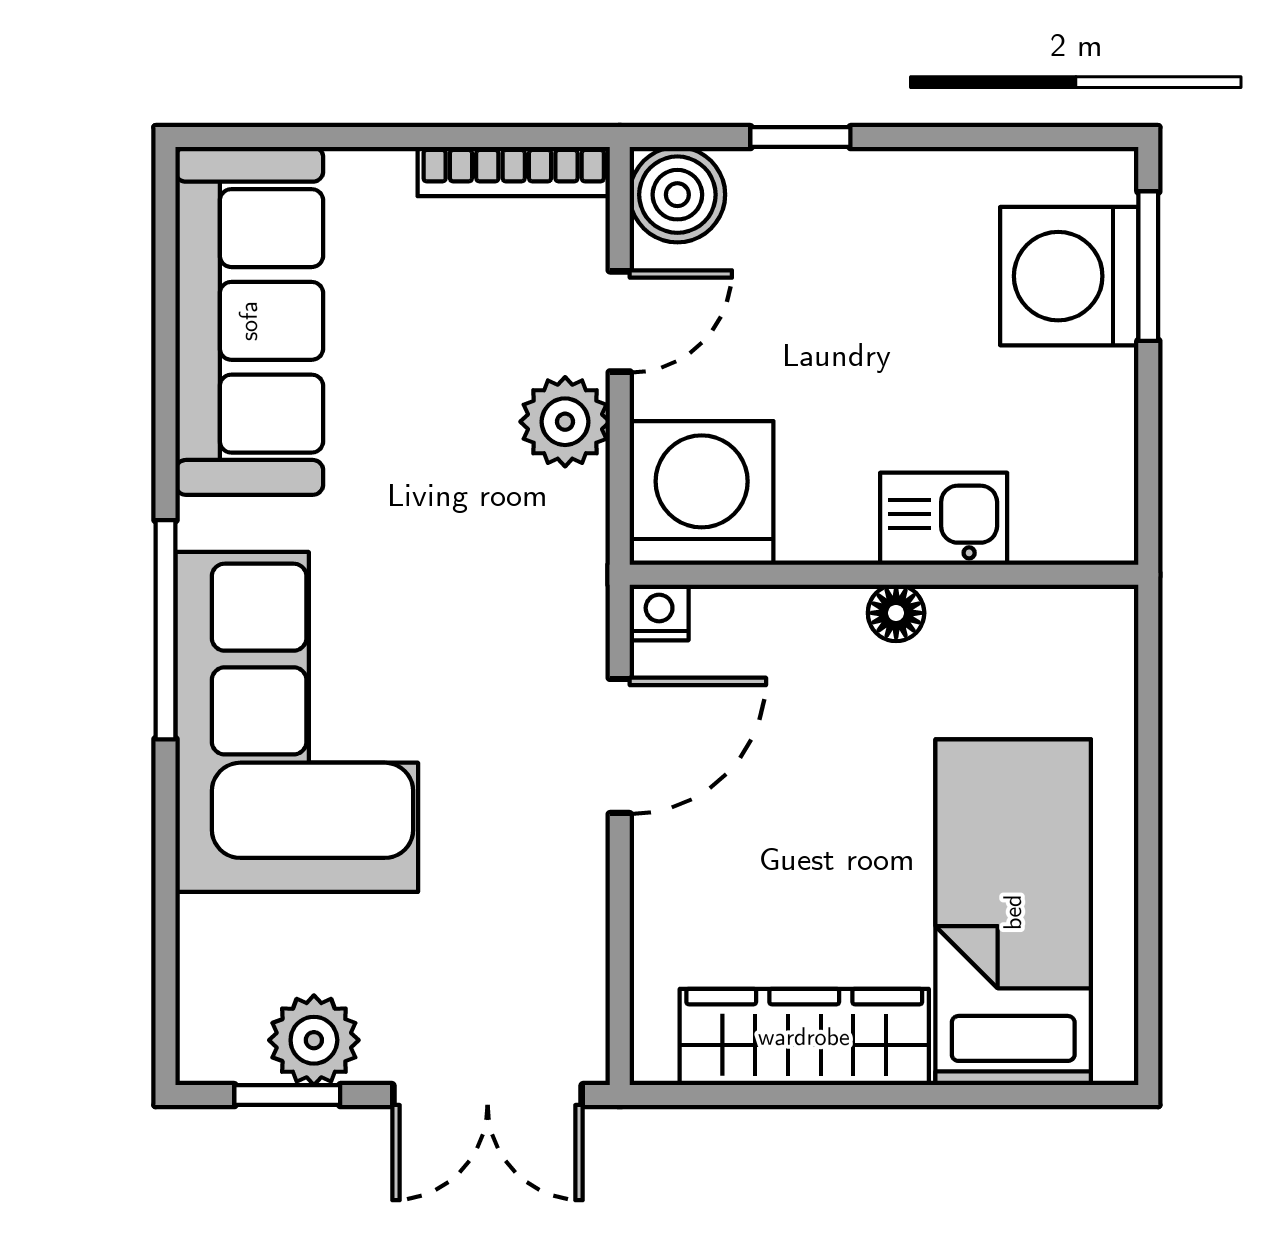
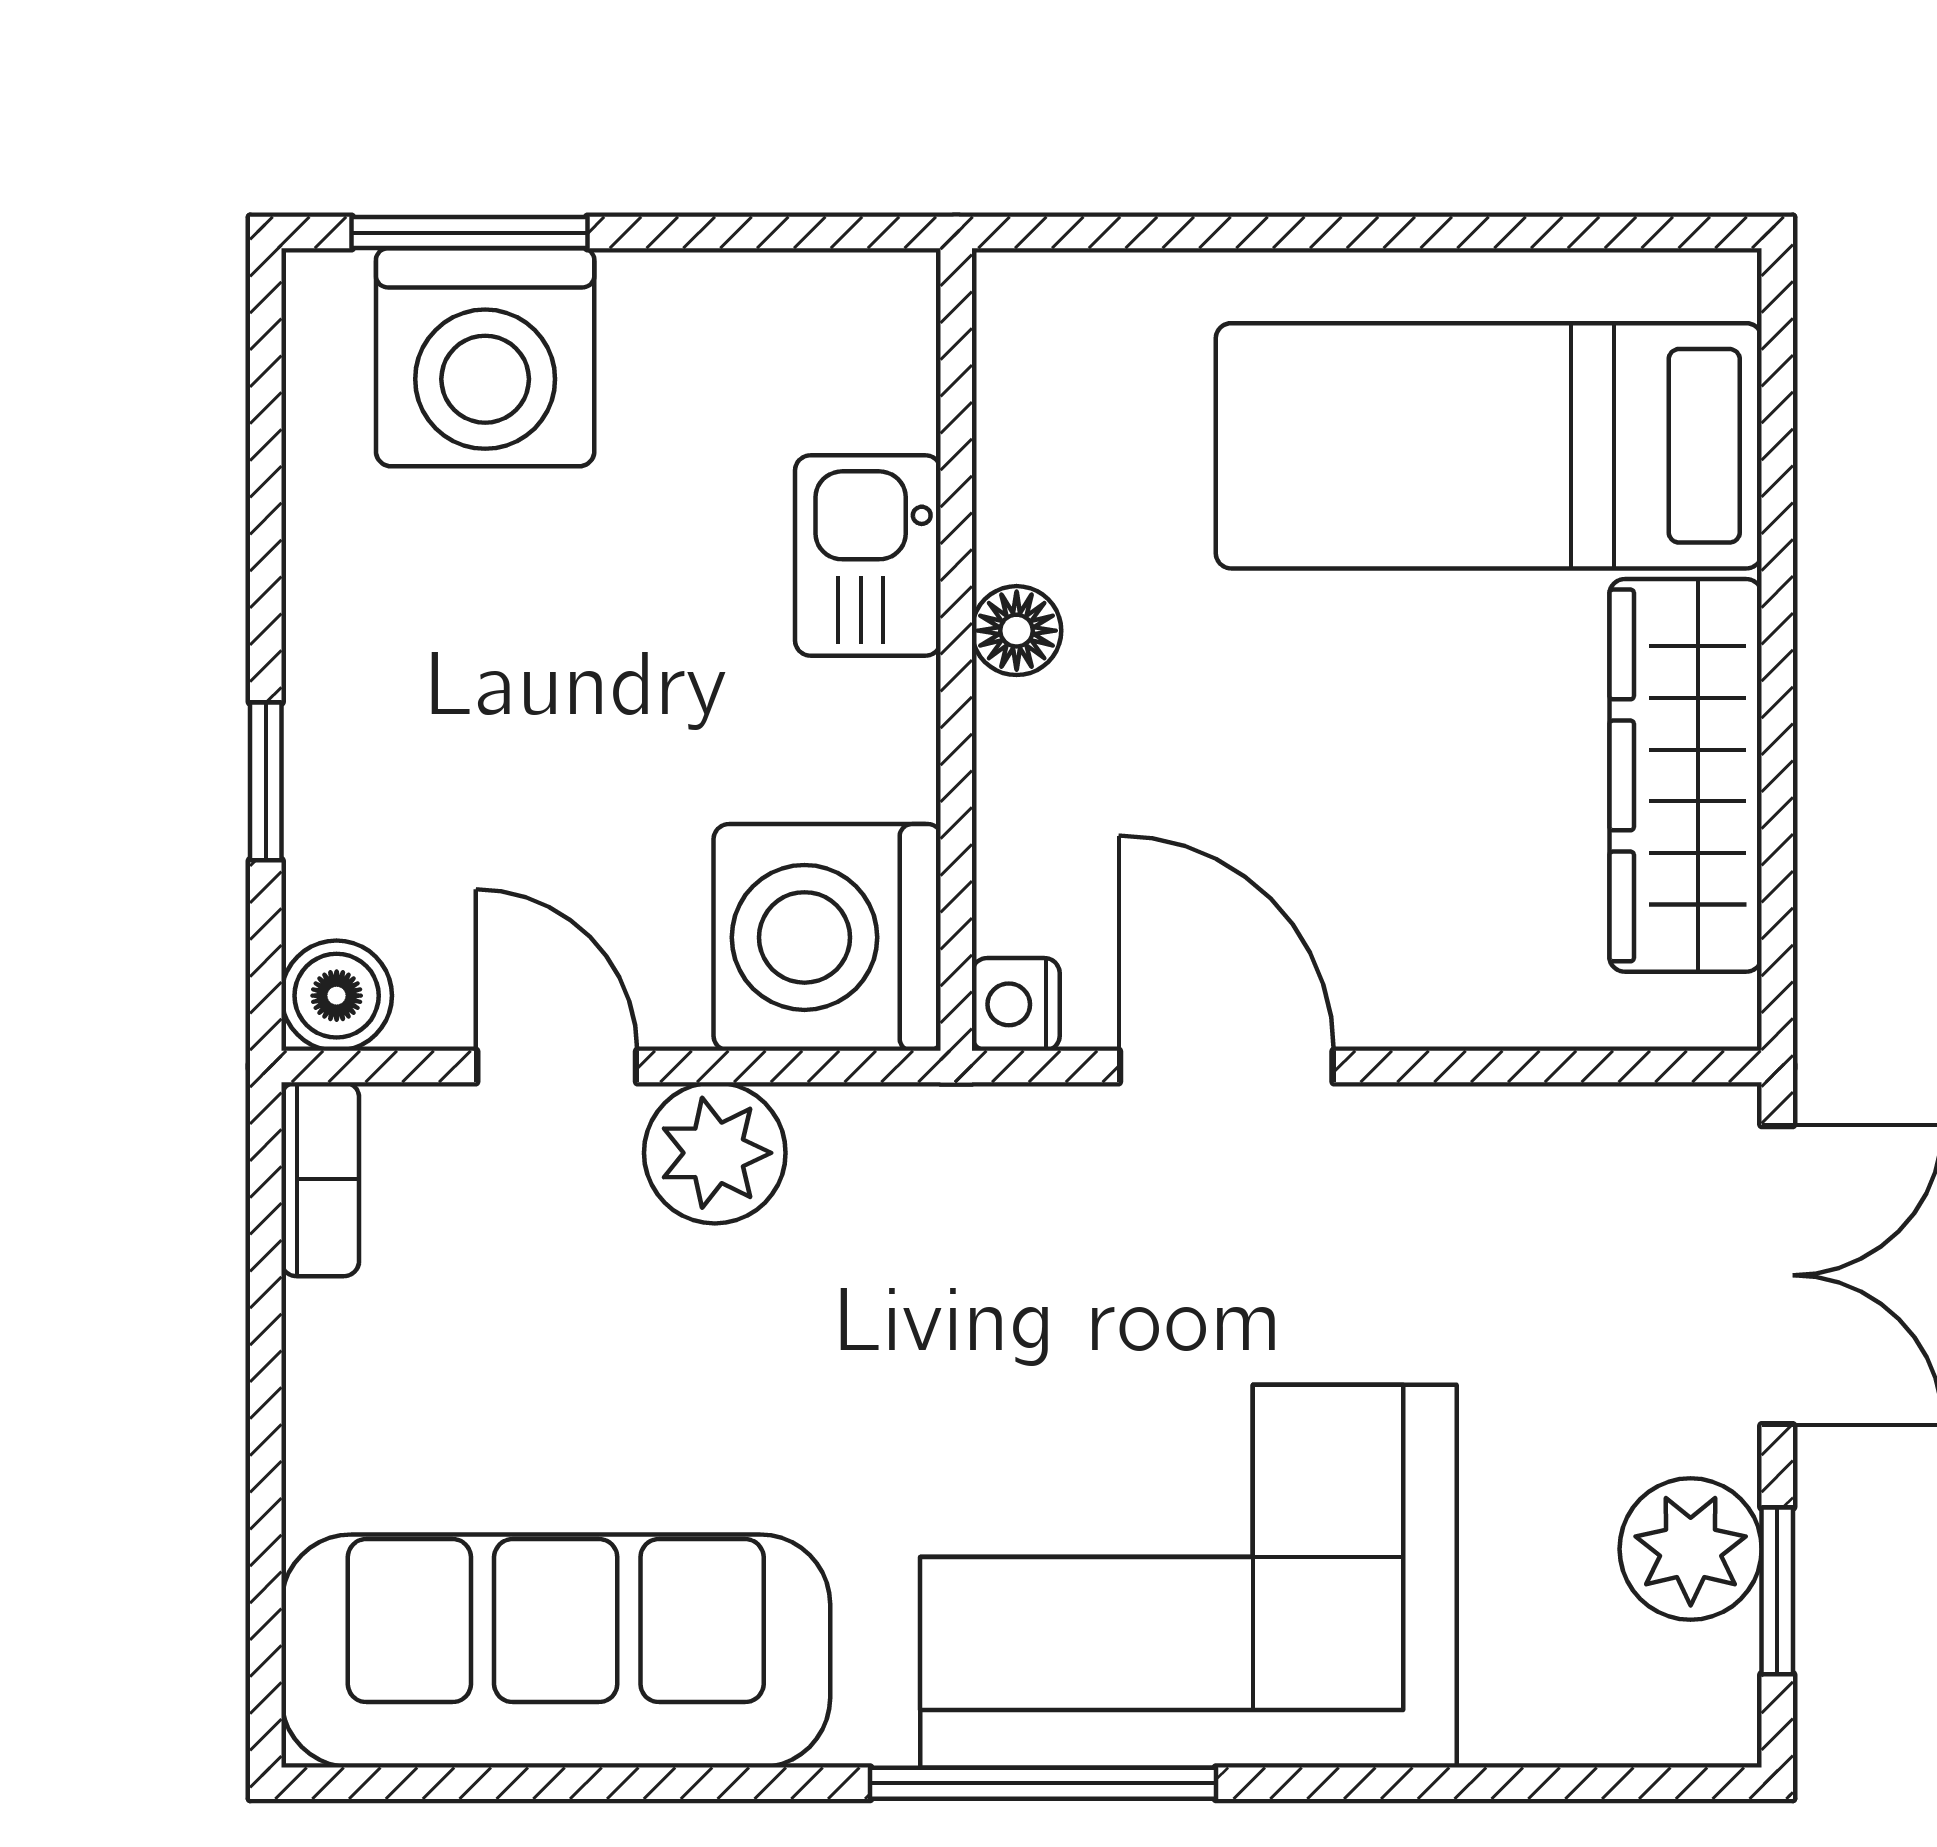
bookcase: (514, 172) -> (320, 1179), width x0.64
boiler: (677, 195) -> (337, 996), width x0.73, depth x0.73

